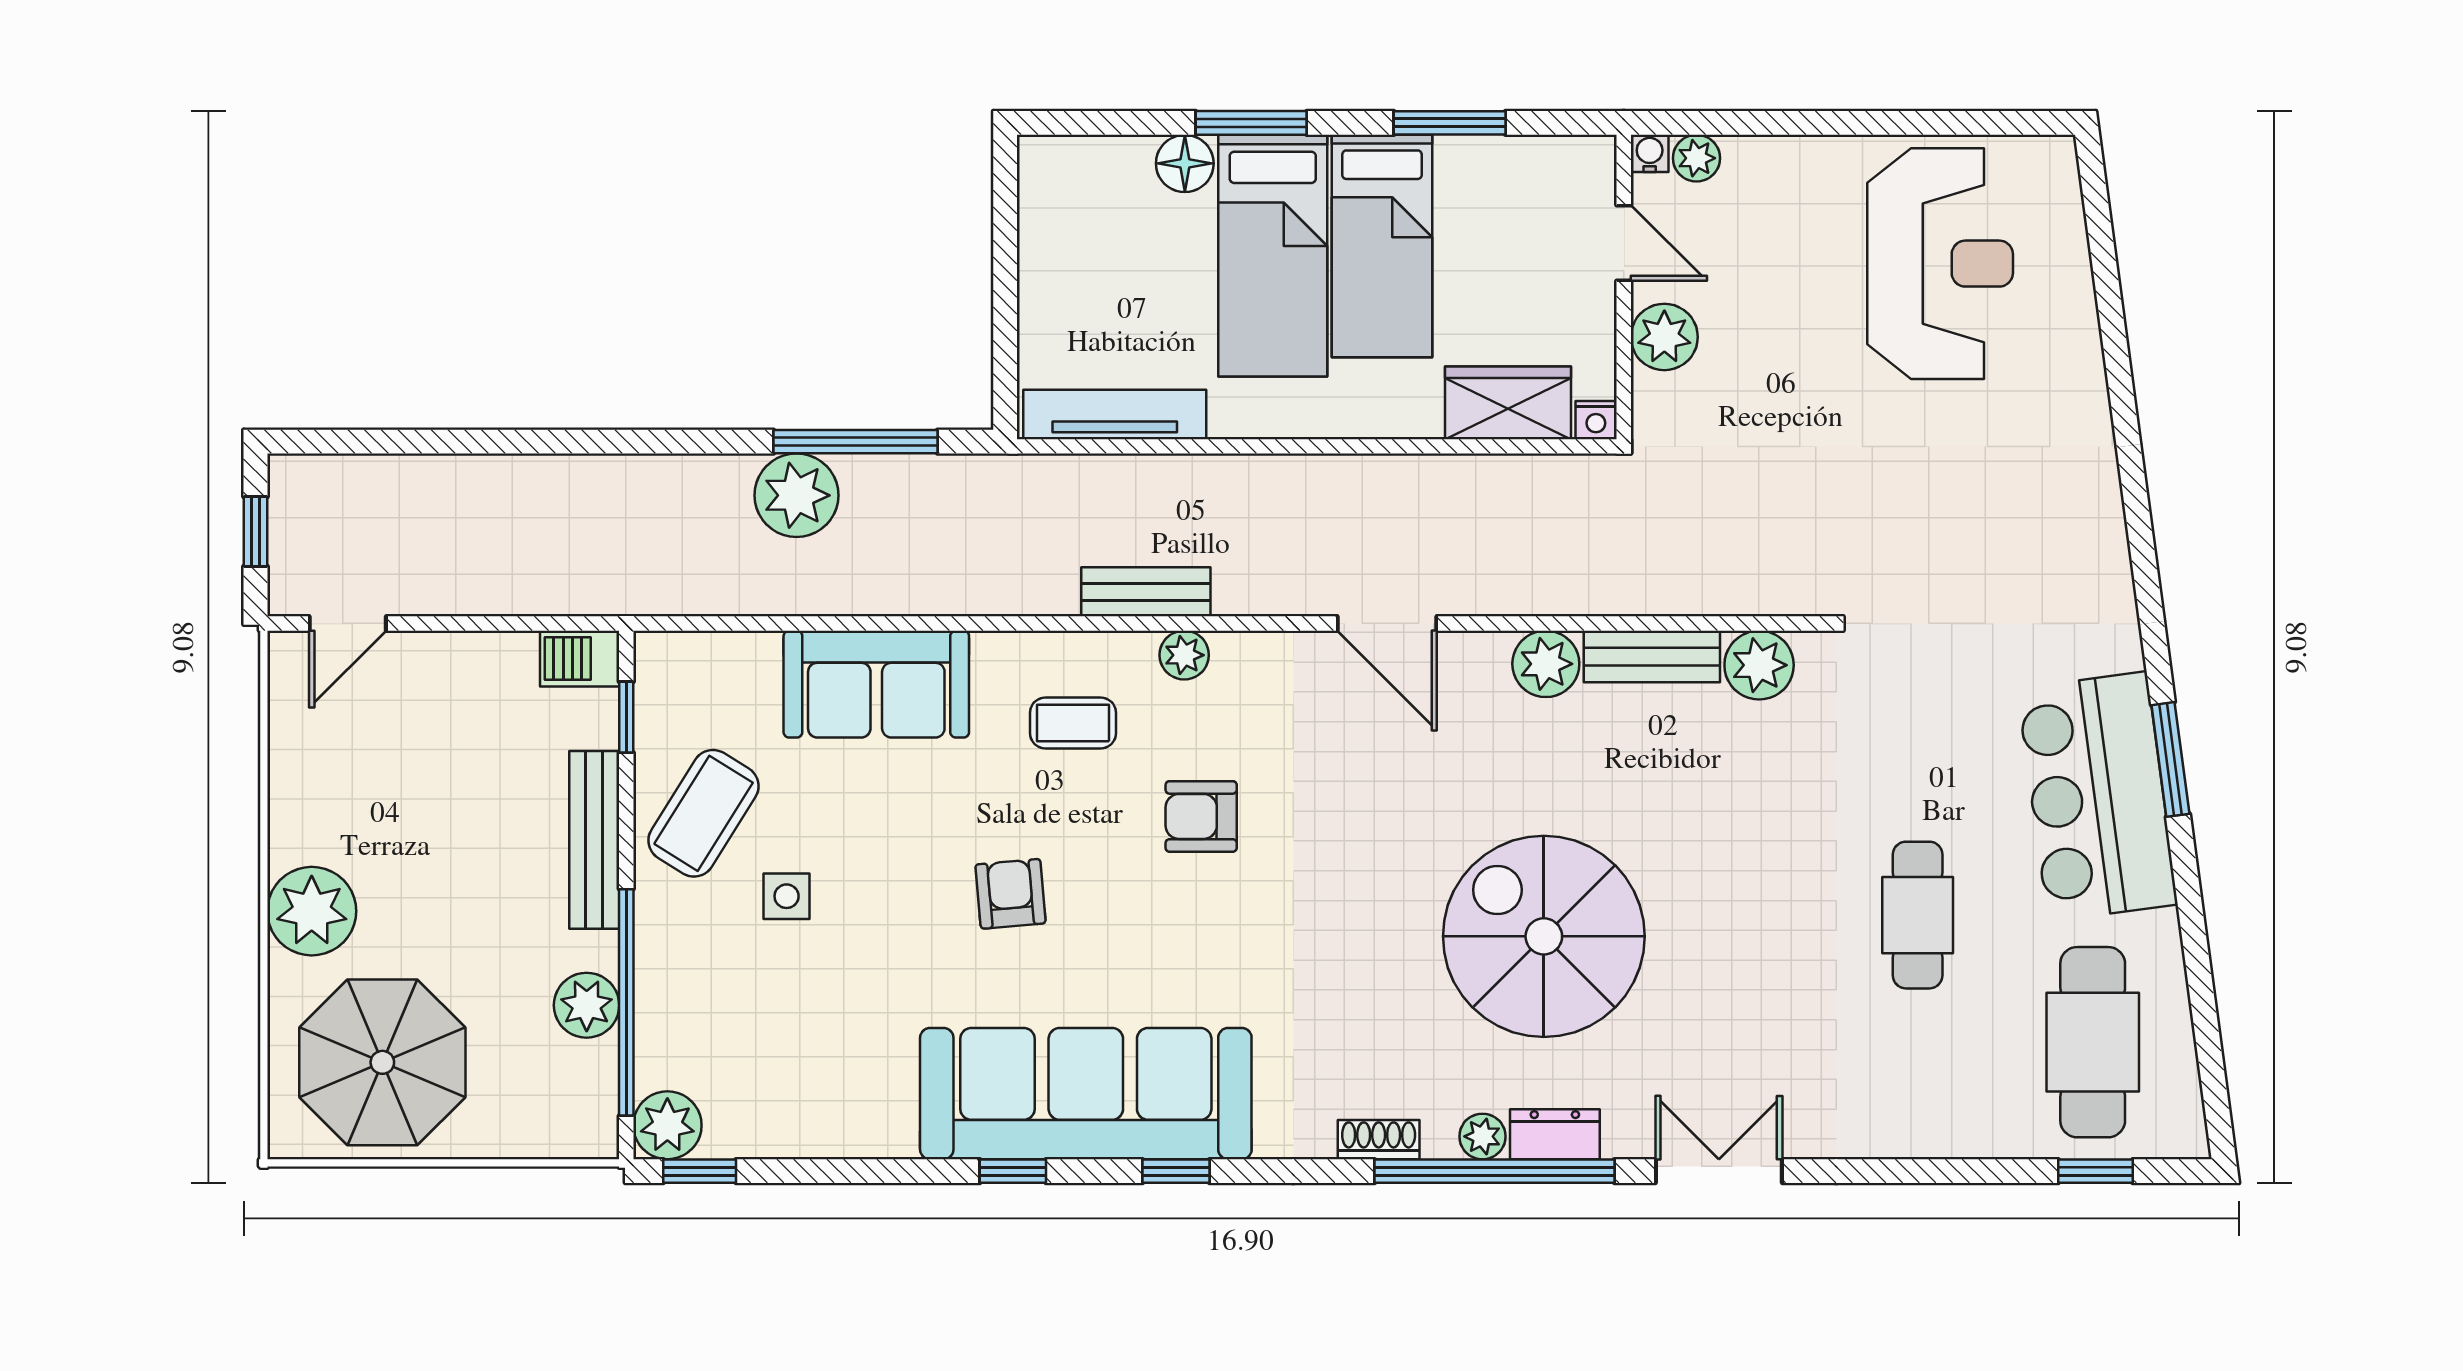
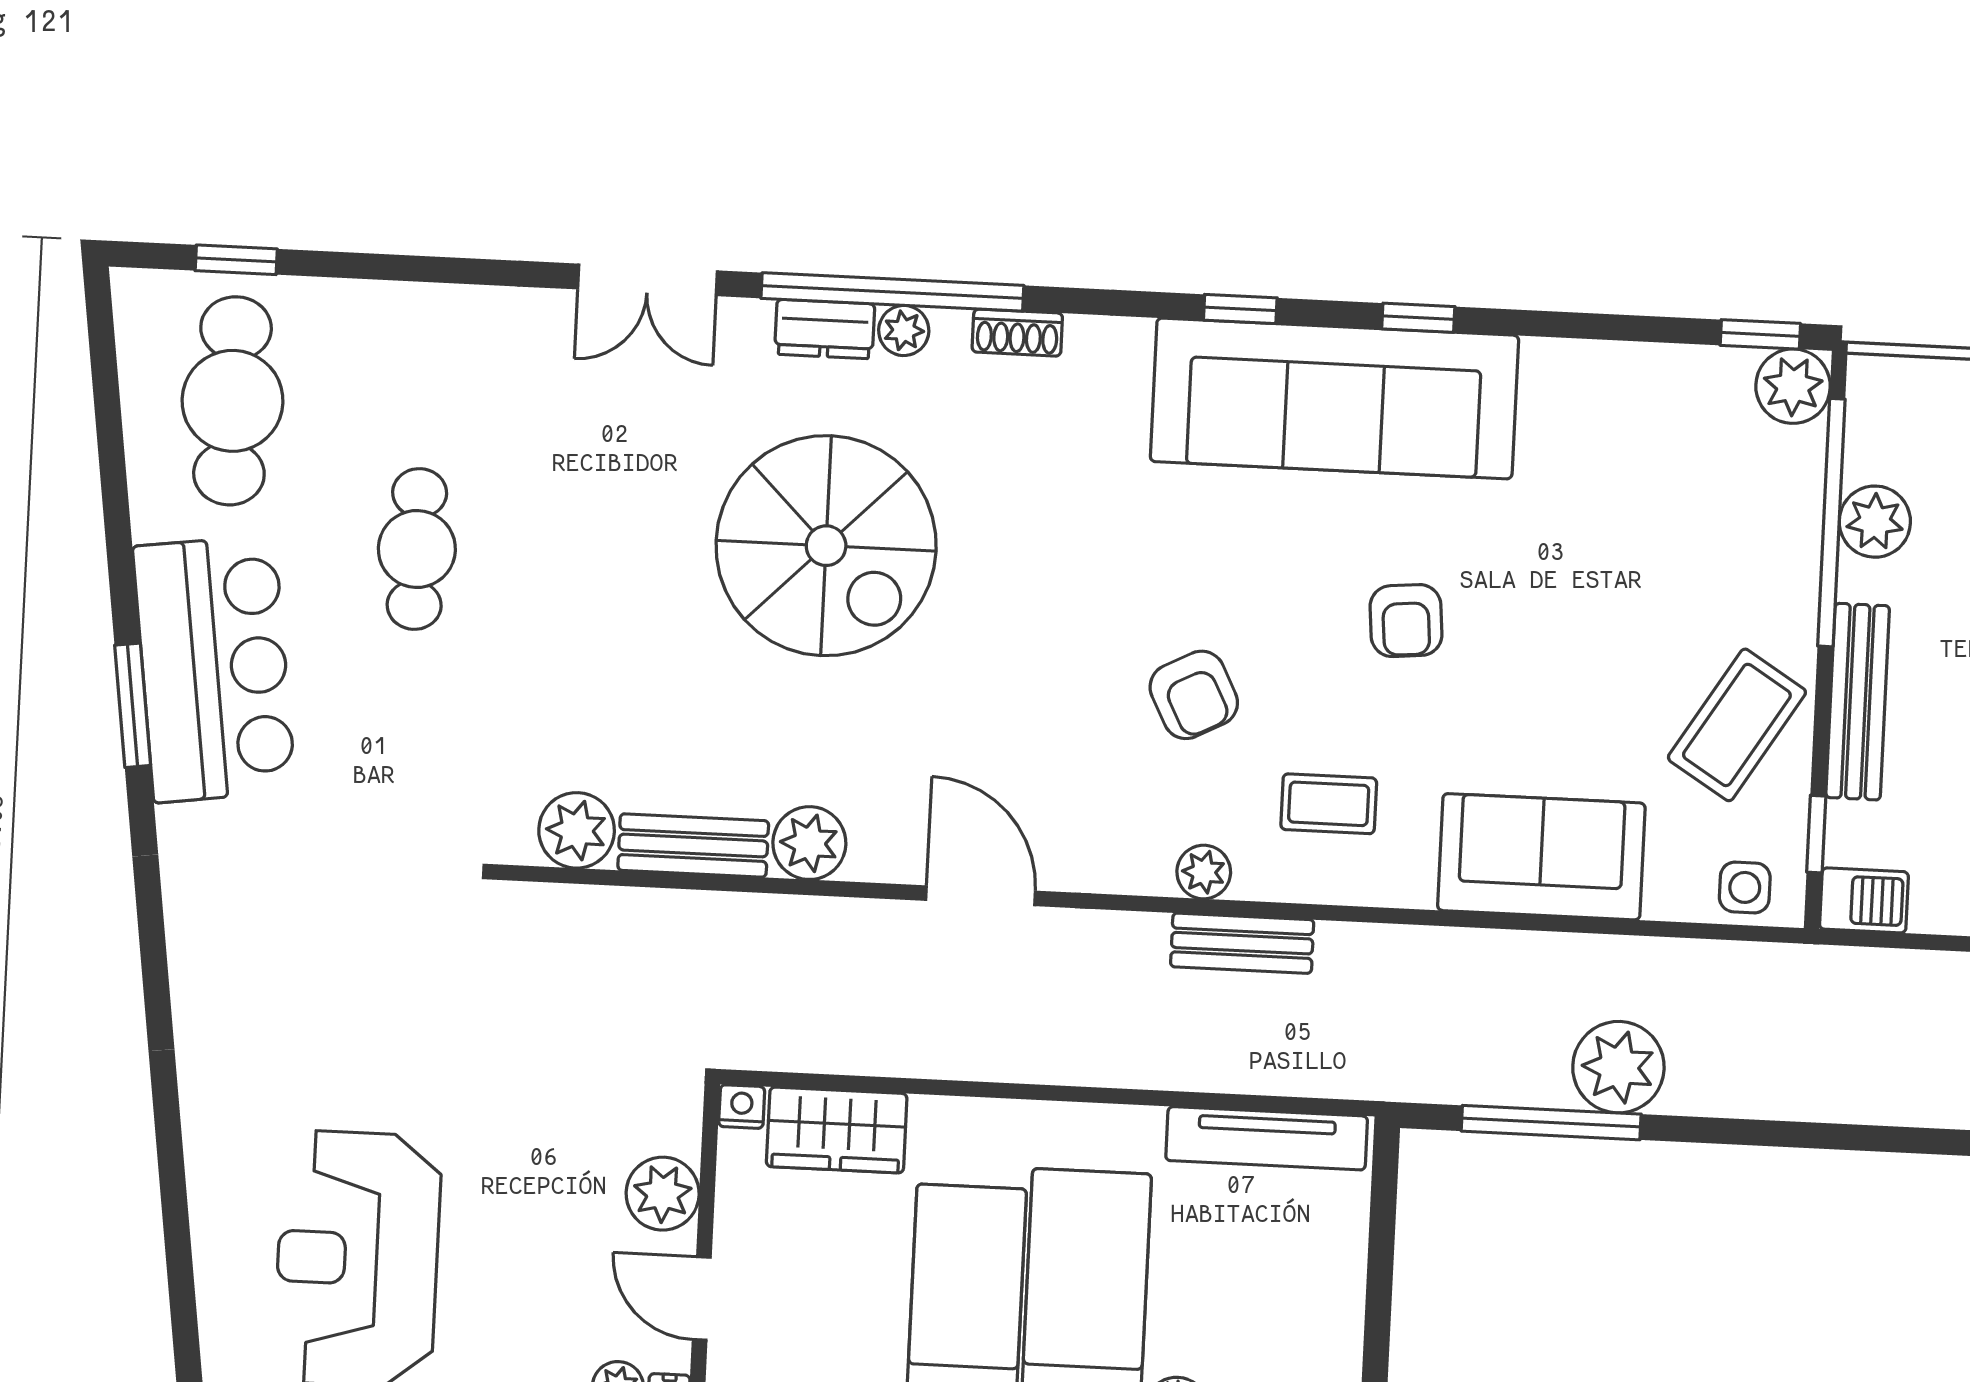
armchair: (1201, 816) -> (1194, 695), turned 63
side table: (787, 896) -> (1745, 887), moved

